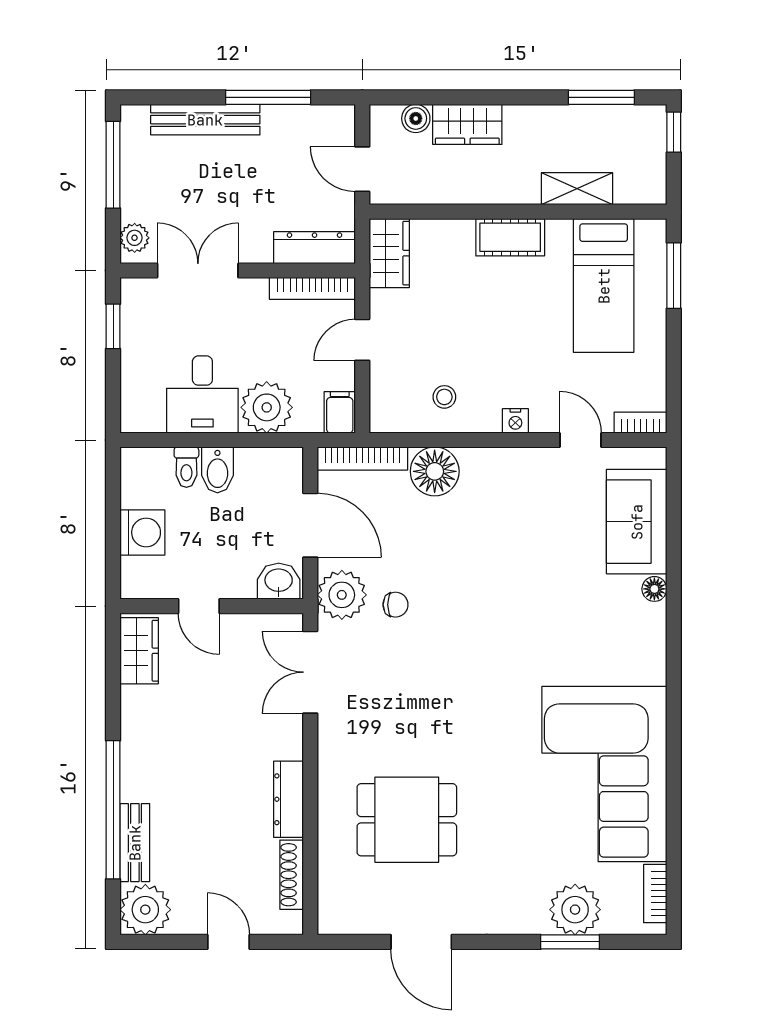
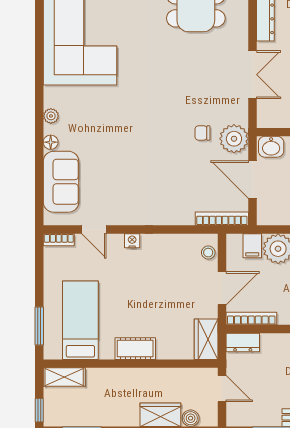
shelving: (577, 189) -> (64, 377), moved
dresser: (315, 248) -> (243, 342), width x0.70
door: (362, 340) -> (222, 288), width x1.38
stool: (444, 397) -> (208, 253), moved
filing cabinet: (340, 412) -> (252, 246), moved
floor lamp: (435, 471) -> (179, 211), removed
plant: (654, 634) -> (51, 116), added
double door: (310, 672) -> (252, 75), moved

